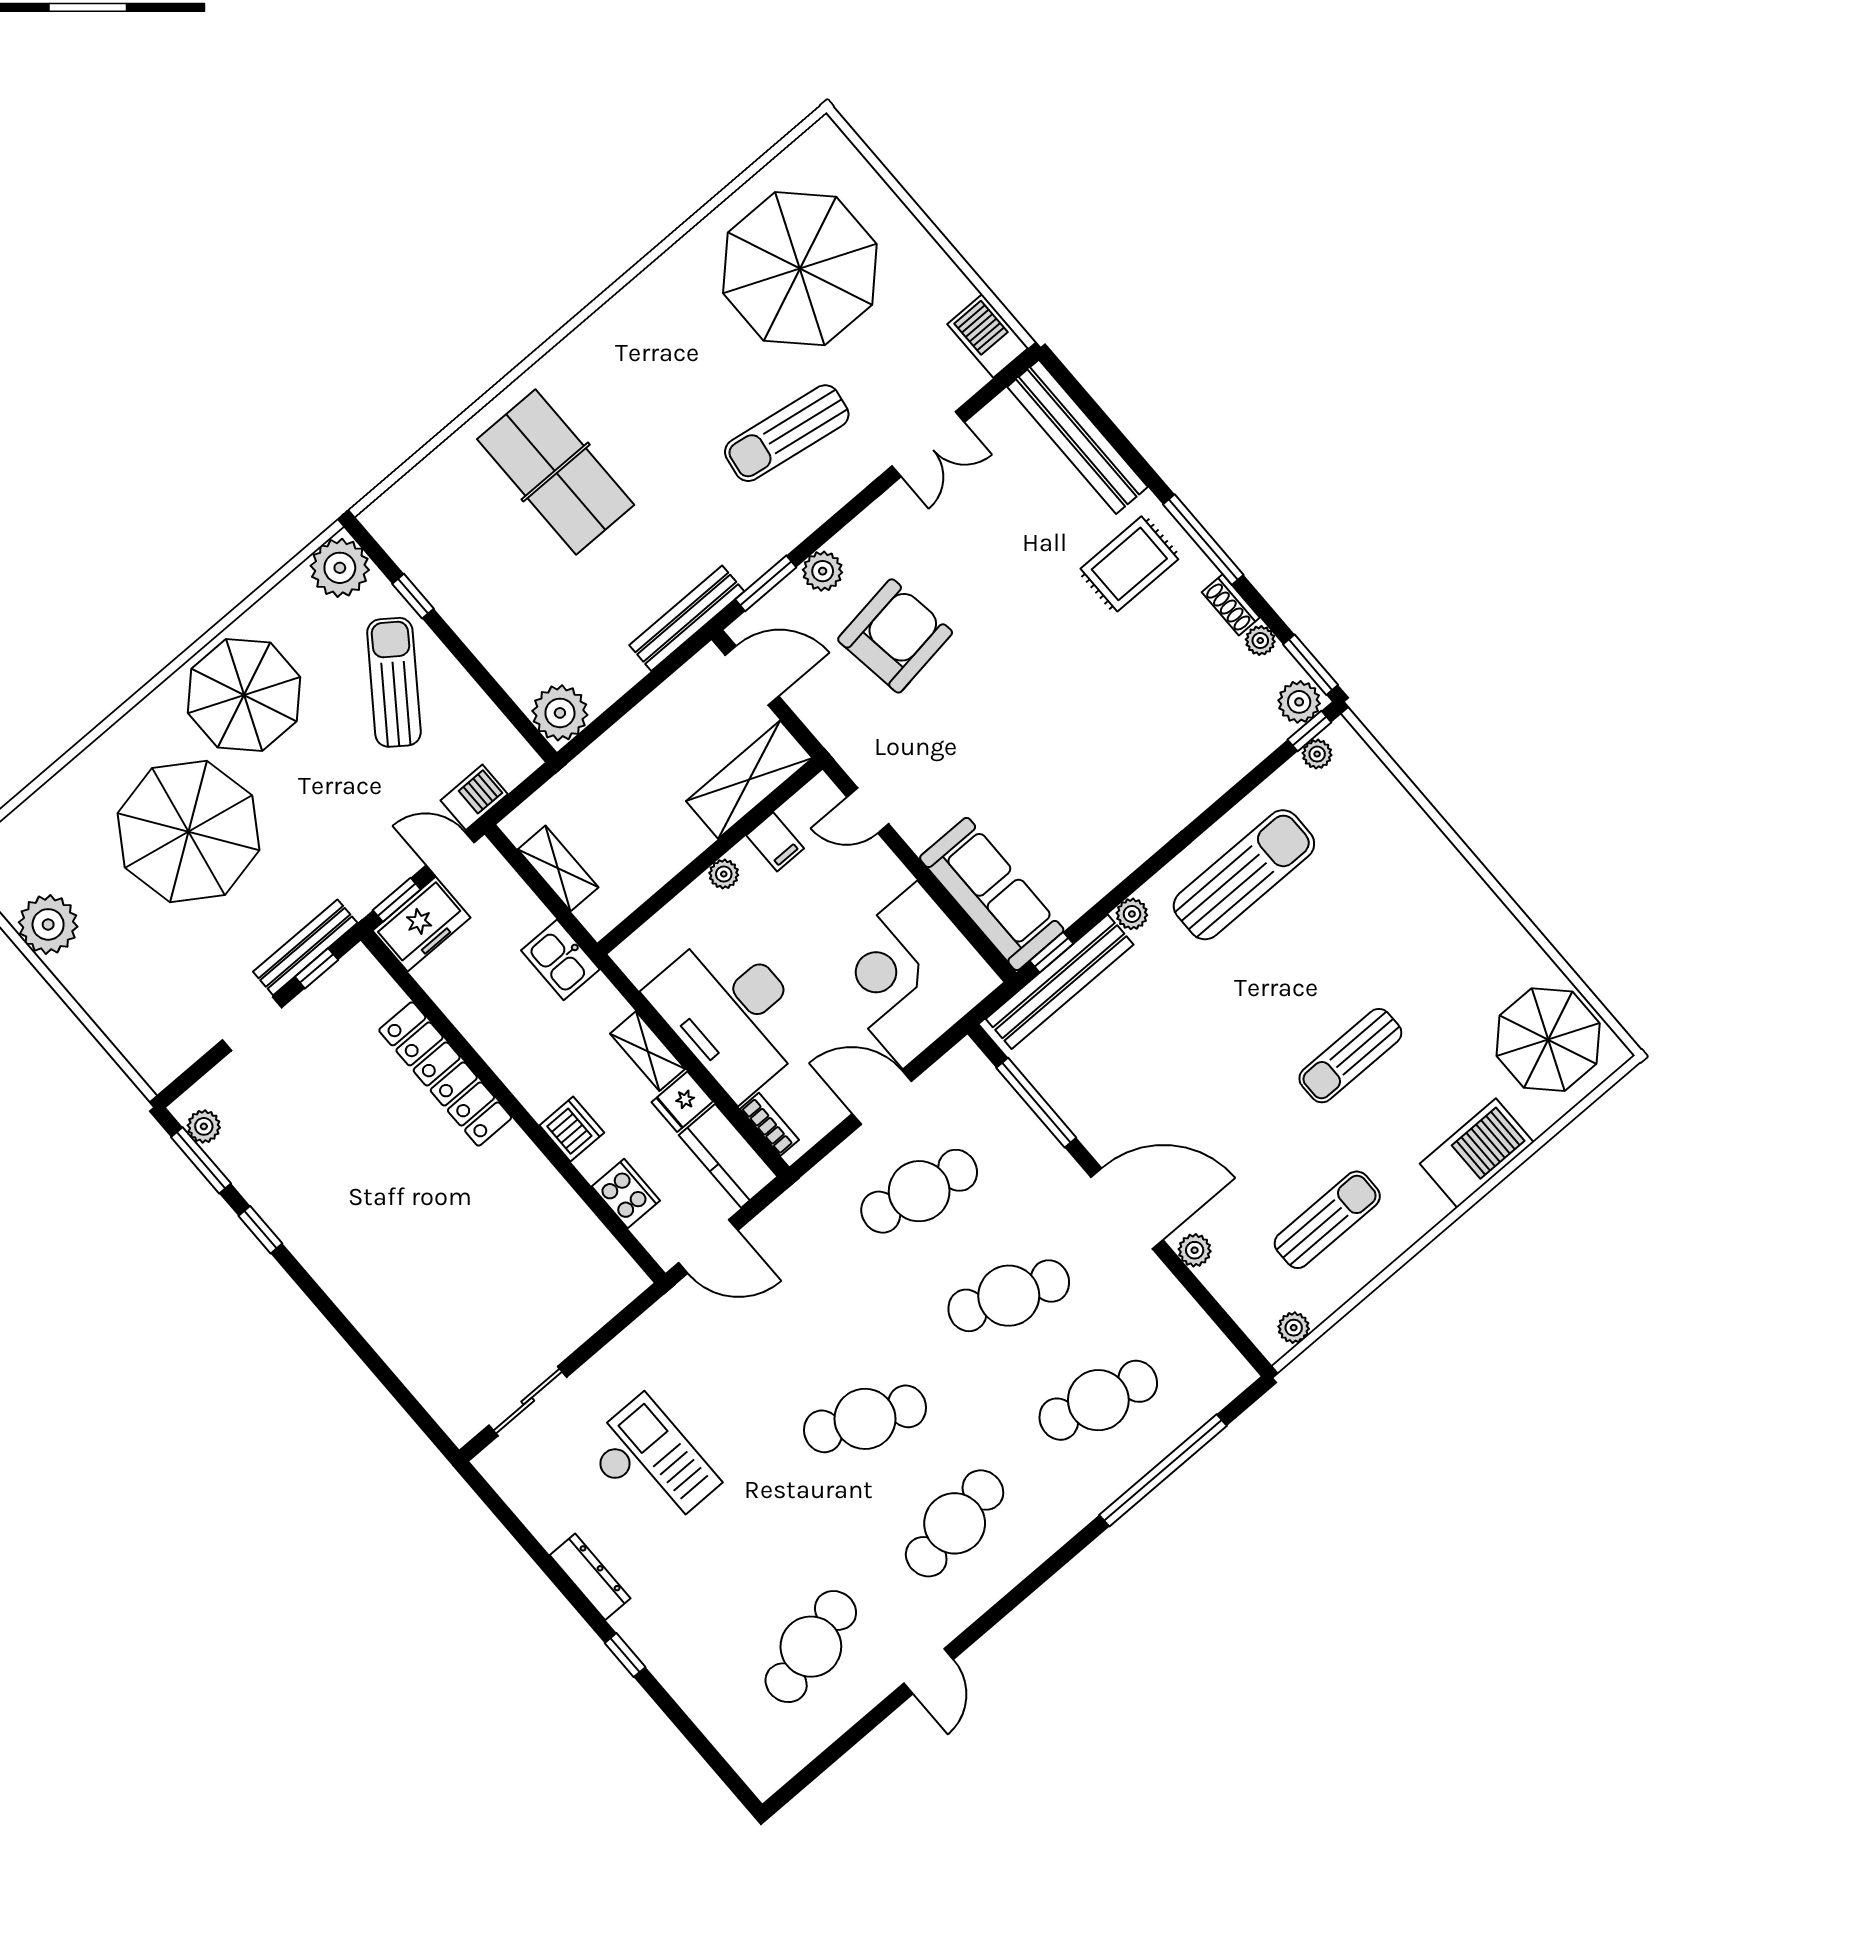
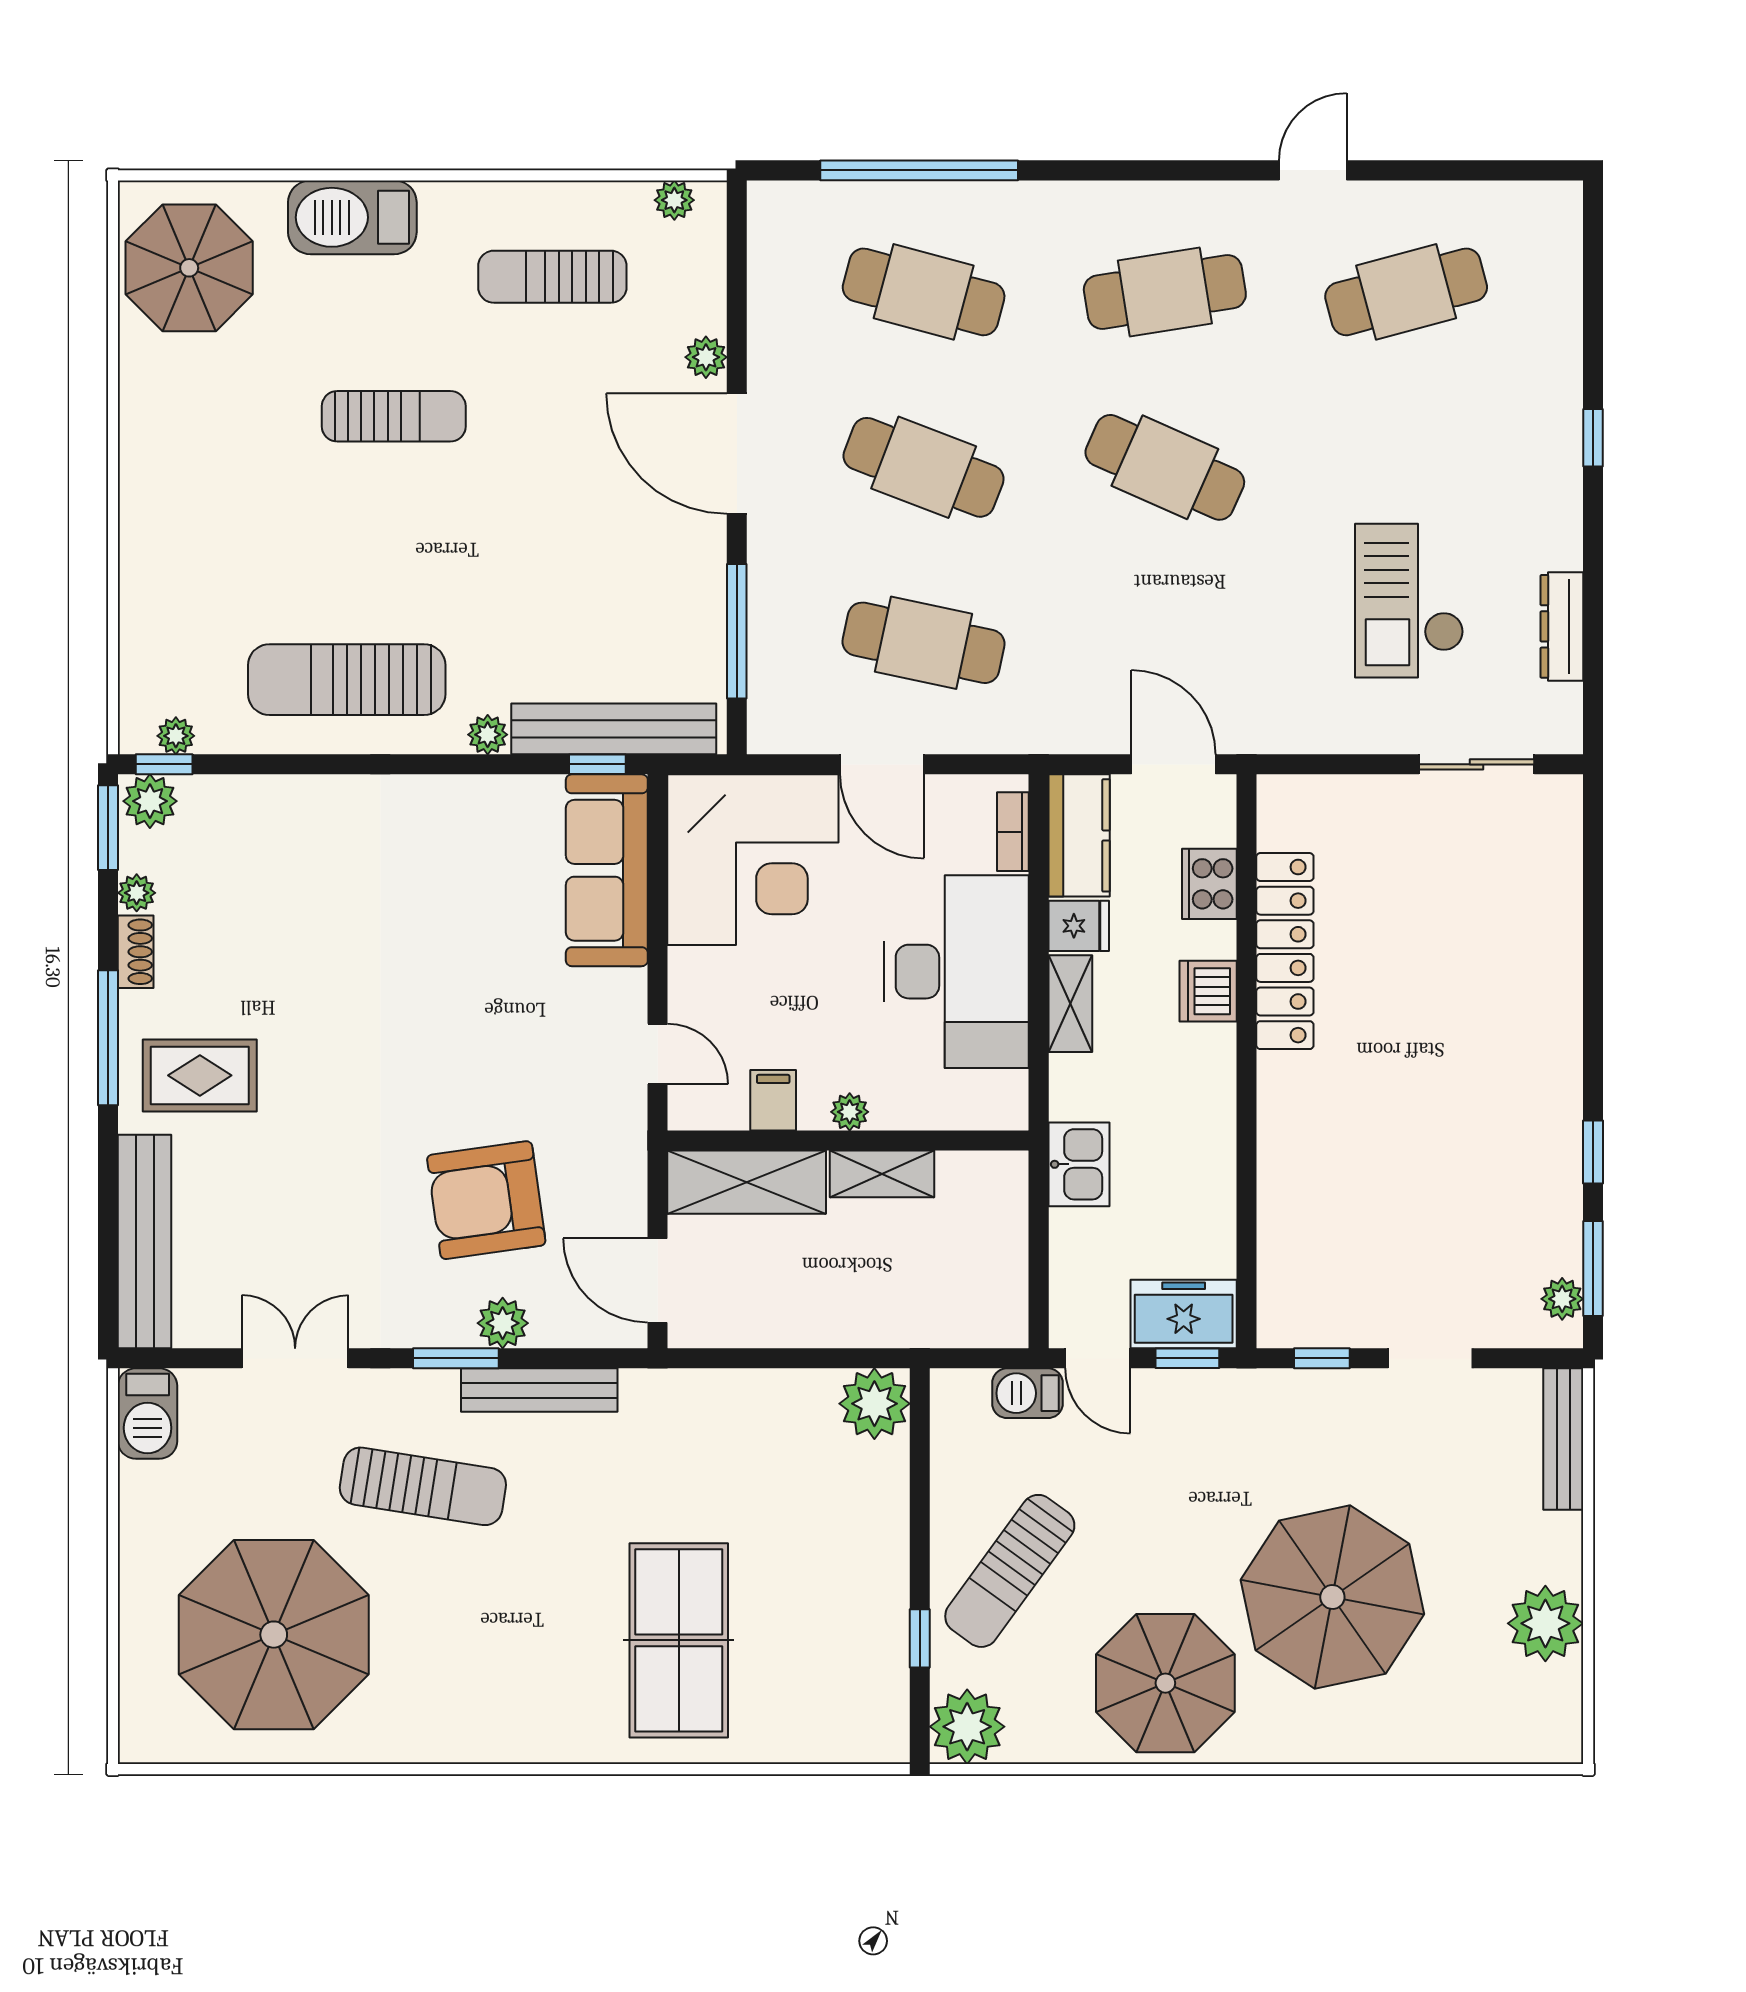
window: (766, 583) -> (456, 1358), moved
bench: (687, 618) -> (539, 1390), moved
shelving: (558, 868) -> (882, 1174), moved, turned 90
bench: (305, 947) -> (1563, 1439), moved, turned 90
locker: (445, 1074) -> (1285, 951), moved
dresser: (590, 1577) -> (1562, 626), moved

